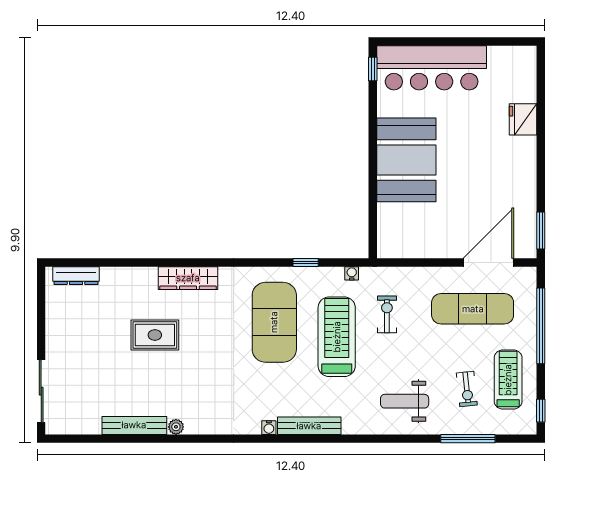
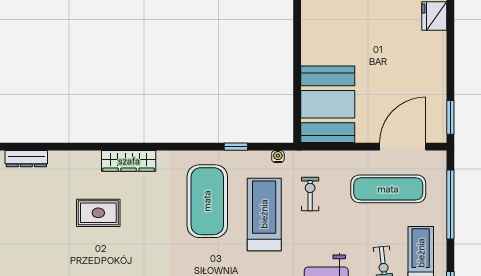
booth: (406, 160) -> (328, 104), moved

